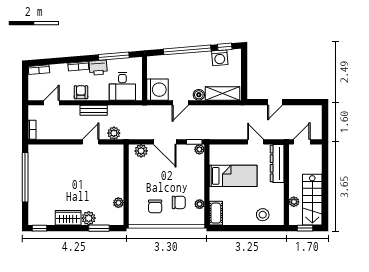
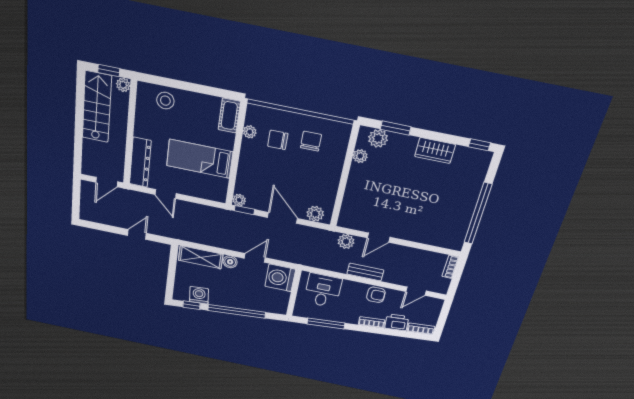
printer: (98, 68) -> (397, 322), moved
armchair: (81, 92) -> (376, 295), turned -90
plant: (294, 202) -> (123, 85), moved
plant: (89, 218) -> (378, 138), moved

